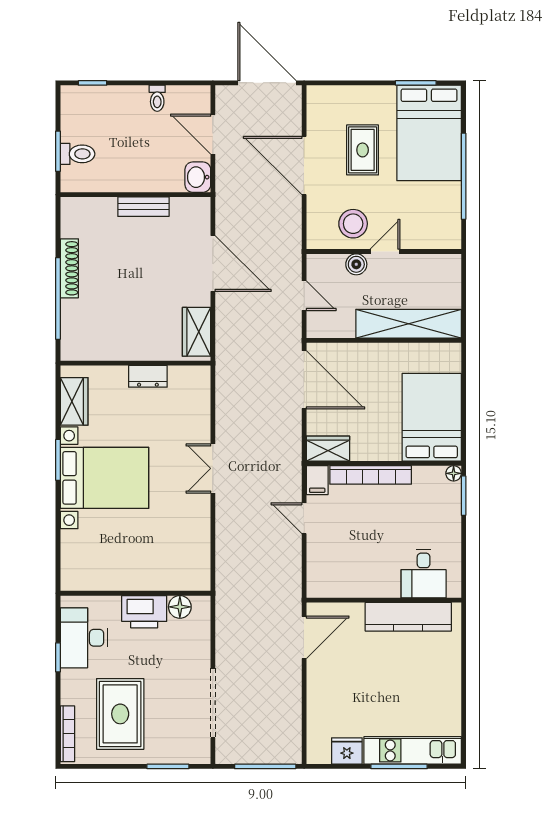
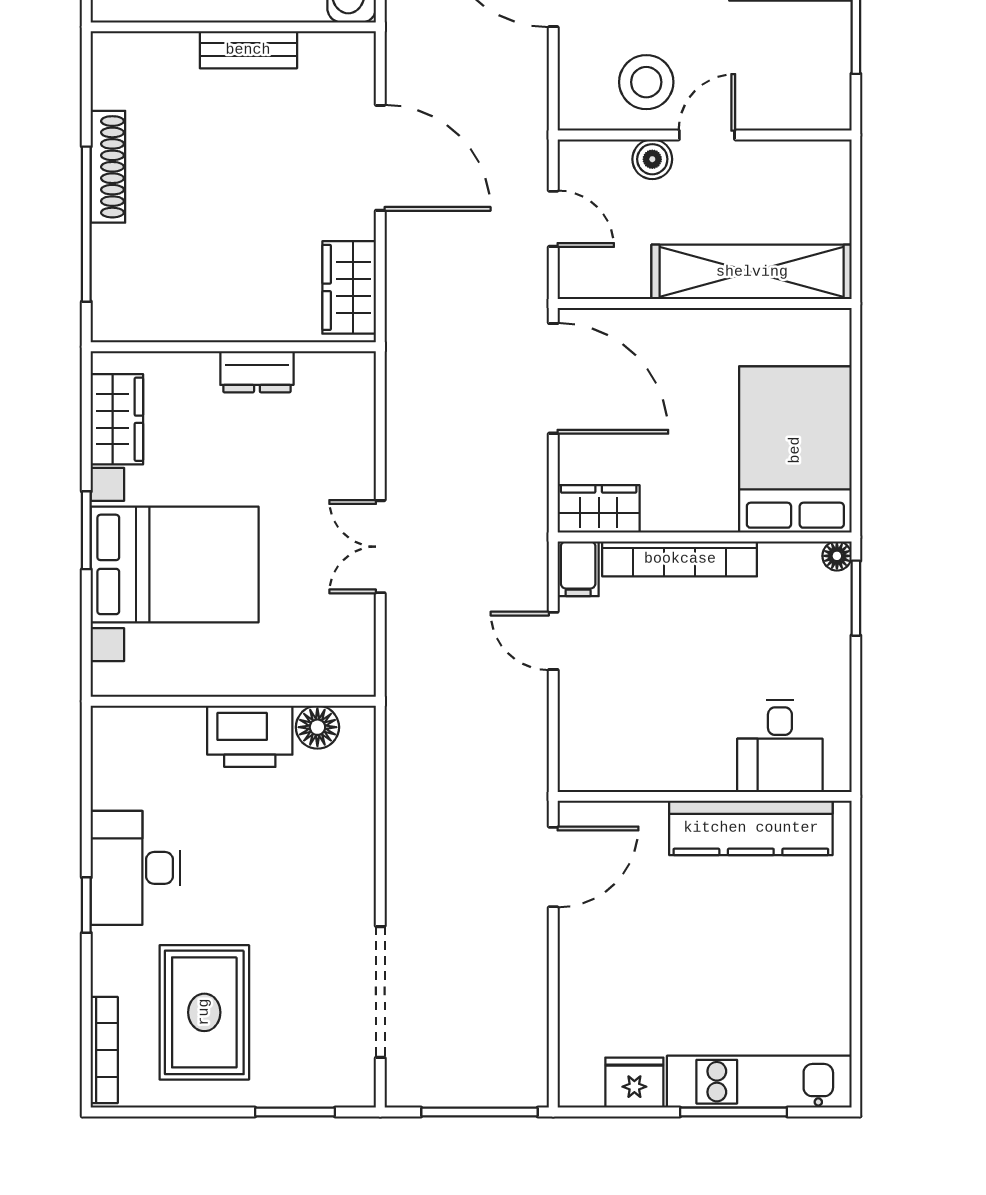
wall: (135, 593) -> (233, 701), moved
floor lamp: (180, 607) -> (317, 727), moved
printer: (144, 612) -> (250, 736), moved

